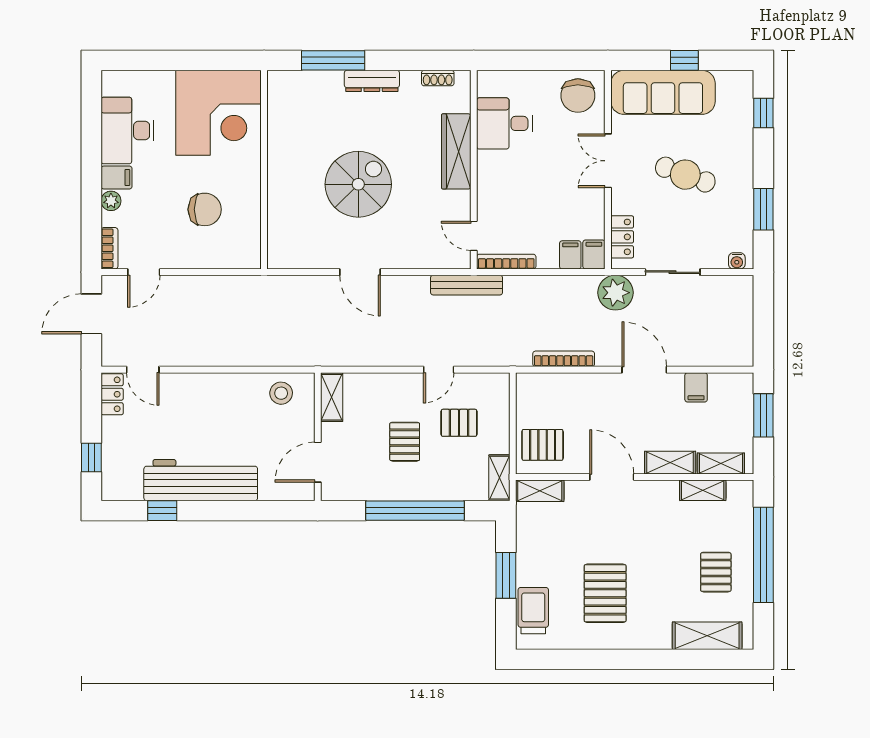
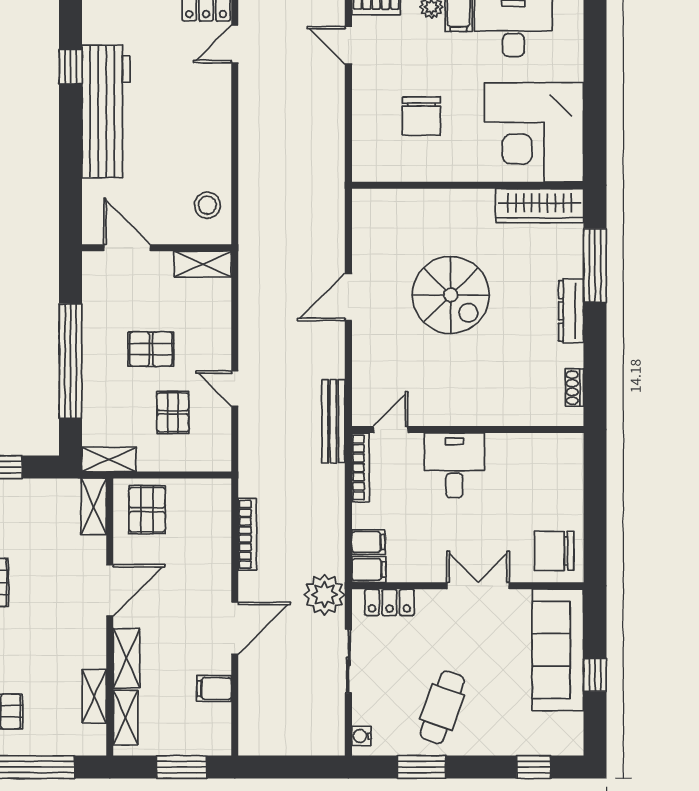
desk: (504, 123) -> (454, 465), moved
wardrobe: (456, 151) -> (540, 206), moved, turned 180
cafe table: (685, 175) -> (442, 707), moved

